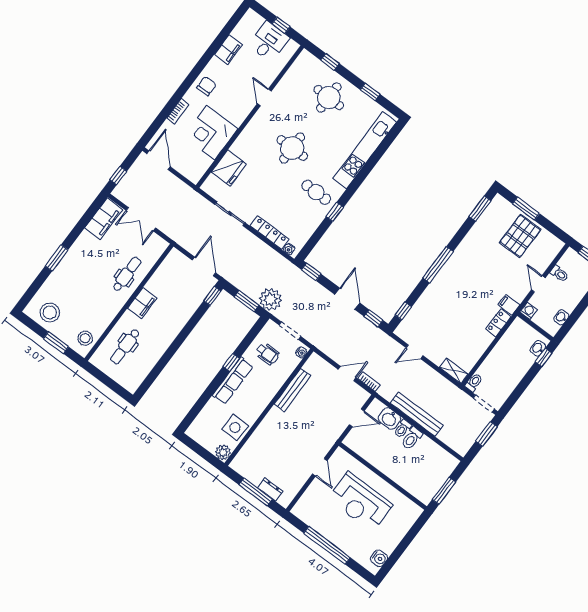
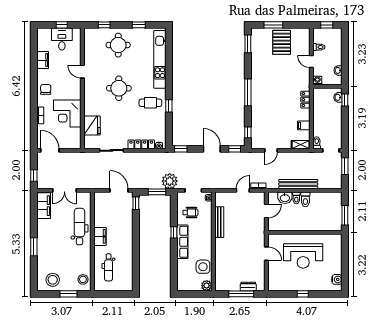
dental chair: (127, 274) -> (80, 227), width x1.36, depth x1.38
filing cabinet: (509, 305) -> (304, 125), moved
window: (327, 545) -> (303, 294), width x0.32

